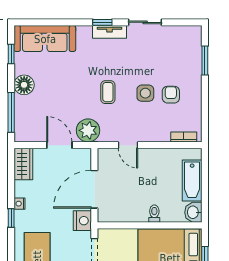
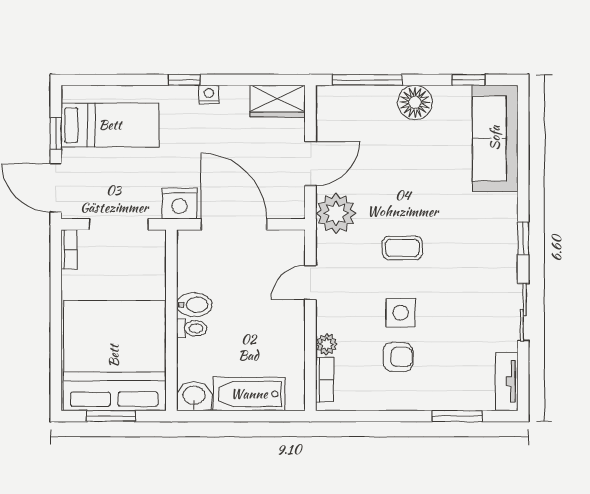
tv unit: (110, 32) -> (507, 381), moved
plant: (164, 136) -> (327, 344), added
bidet: (141, 212) -> (194, 305), added

